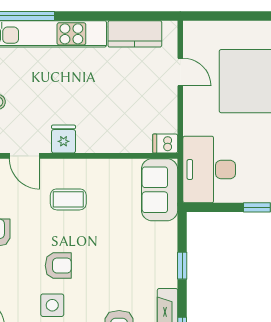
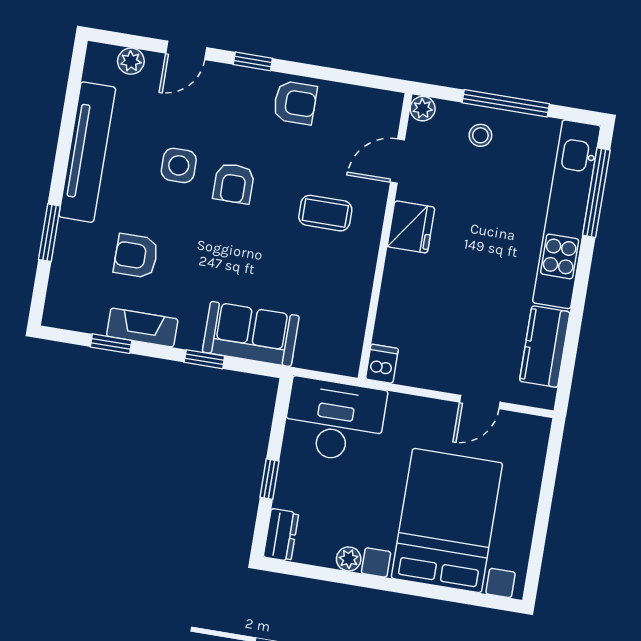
fridge: (64, 139) -> (411, 227), width x1.38
sofa: (160, 190) -> (251, 334), moved
coffee table: (68, 199) -> (325, 213), turned 90

